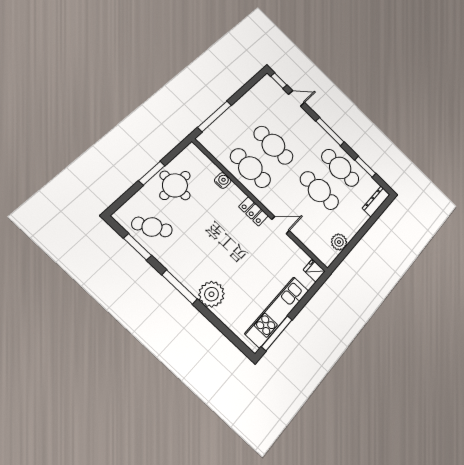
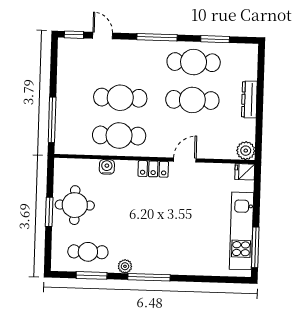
door: (297, 98) -> (103, 36), hinge flipped
dresser: (376, 201) -> (249, 99), moved
cafe table: (152, 227) -> (88, 252), turned 30
plant: (339, 242) -> (246, 151), moved
plant: (212, 294) -> (125, 266), moved, width x0.53, depth x0.53

